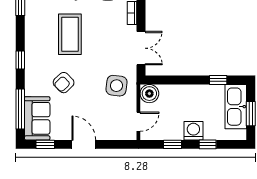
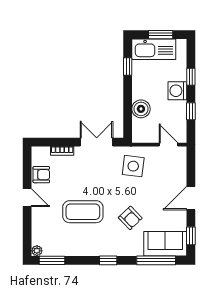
boiler: (149, 94) -> (141, 109), moved

